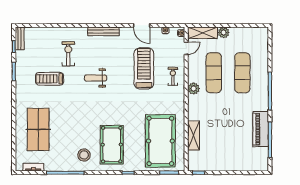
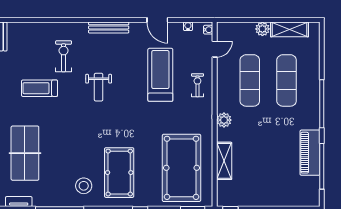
shelving: (202, 33) -> (289, 29), moved
weight bench: (96, 78) -> (99, 87), turned -90
plant: (194, 89) -> (224, 120), moved

